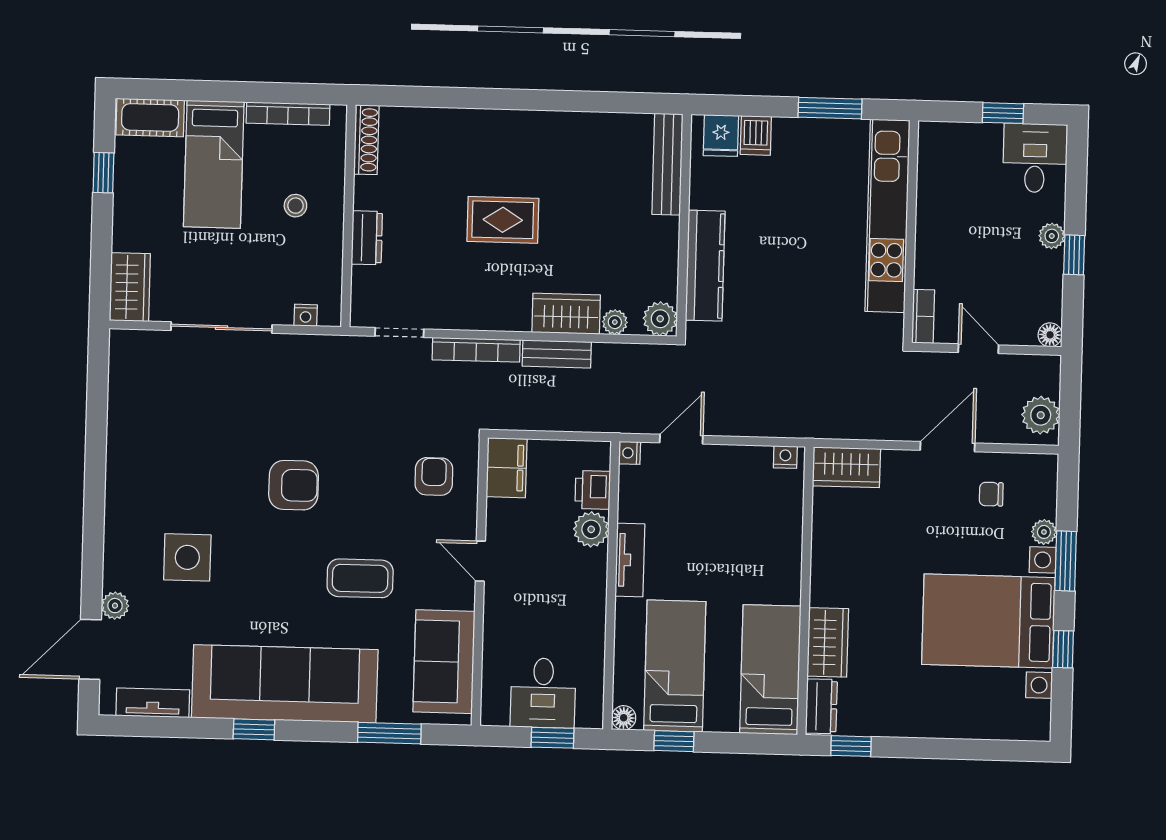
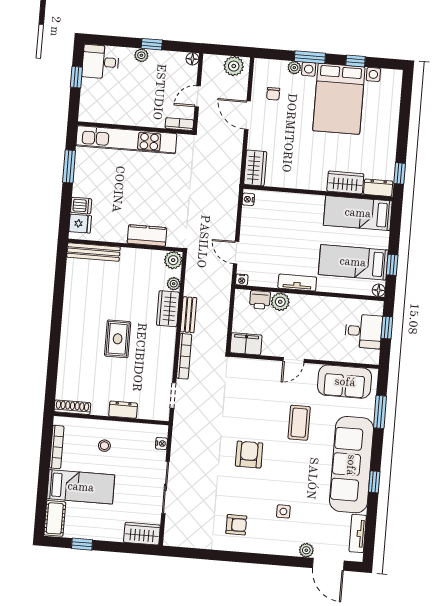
kitchen counter: (705, 266) -> (147, 235), width x0.67
armchair: (434, 476) -> (236, 525), moved, turned 180
side table: (187, 557) -> (283, 511), width x0.54, depth x0.54

